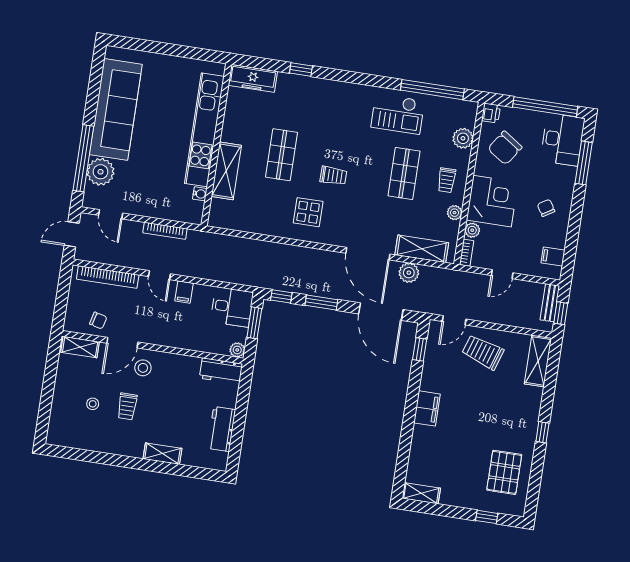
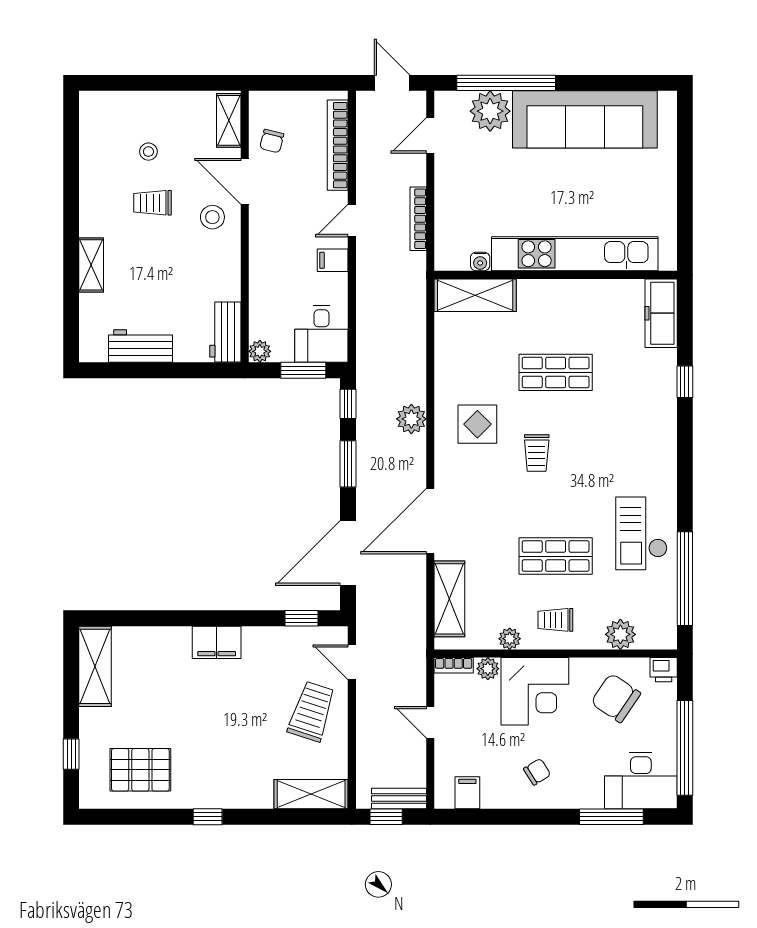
shelving: (226, 171) -> (475, 295), moved
plant: (409, 273) -> (411, 419), moved
shelving: (421, 493) -> (95, 666), width x1.50, depth x1.33

